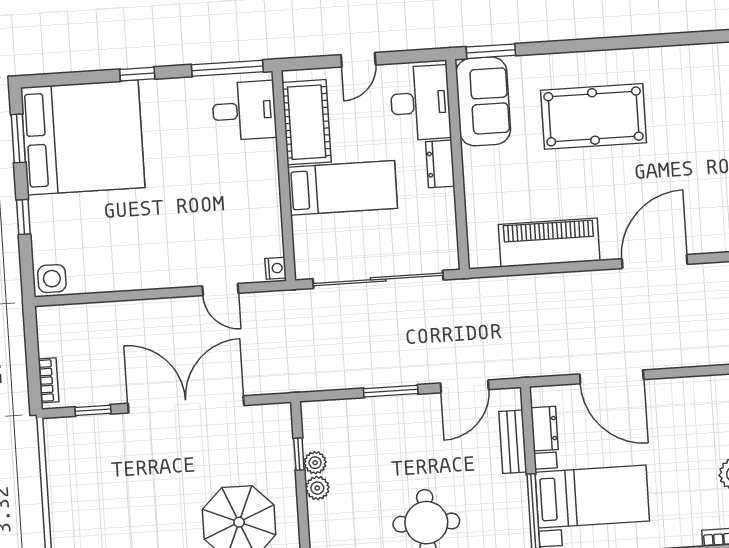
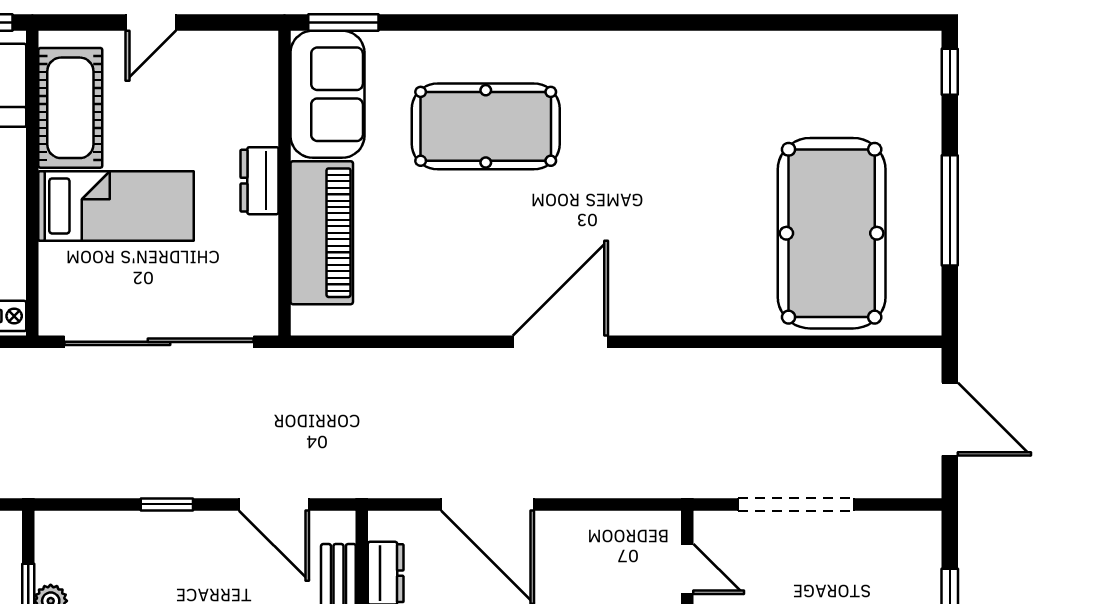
desk: (420, 103) -> (237, 91), removed
piano: (549, 243) -> (322, 233), moved, turned 90
door: (465, 386) -> (274, 504), hinge flipped
window: (391, 391) -> (167, 504), width x0.67

